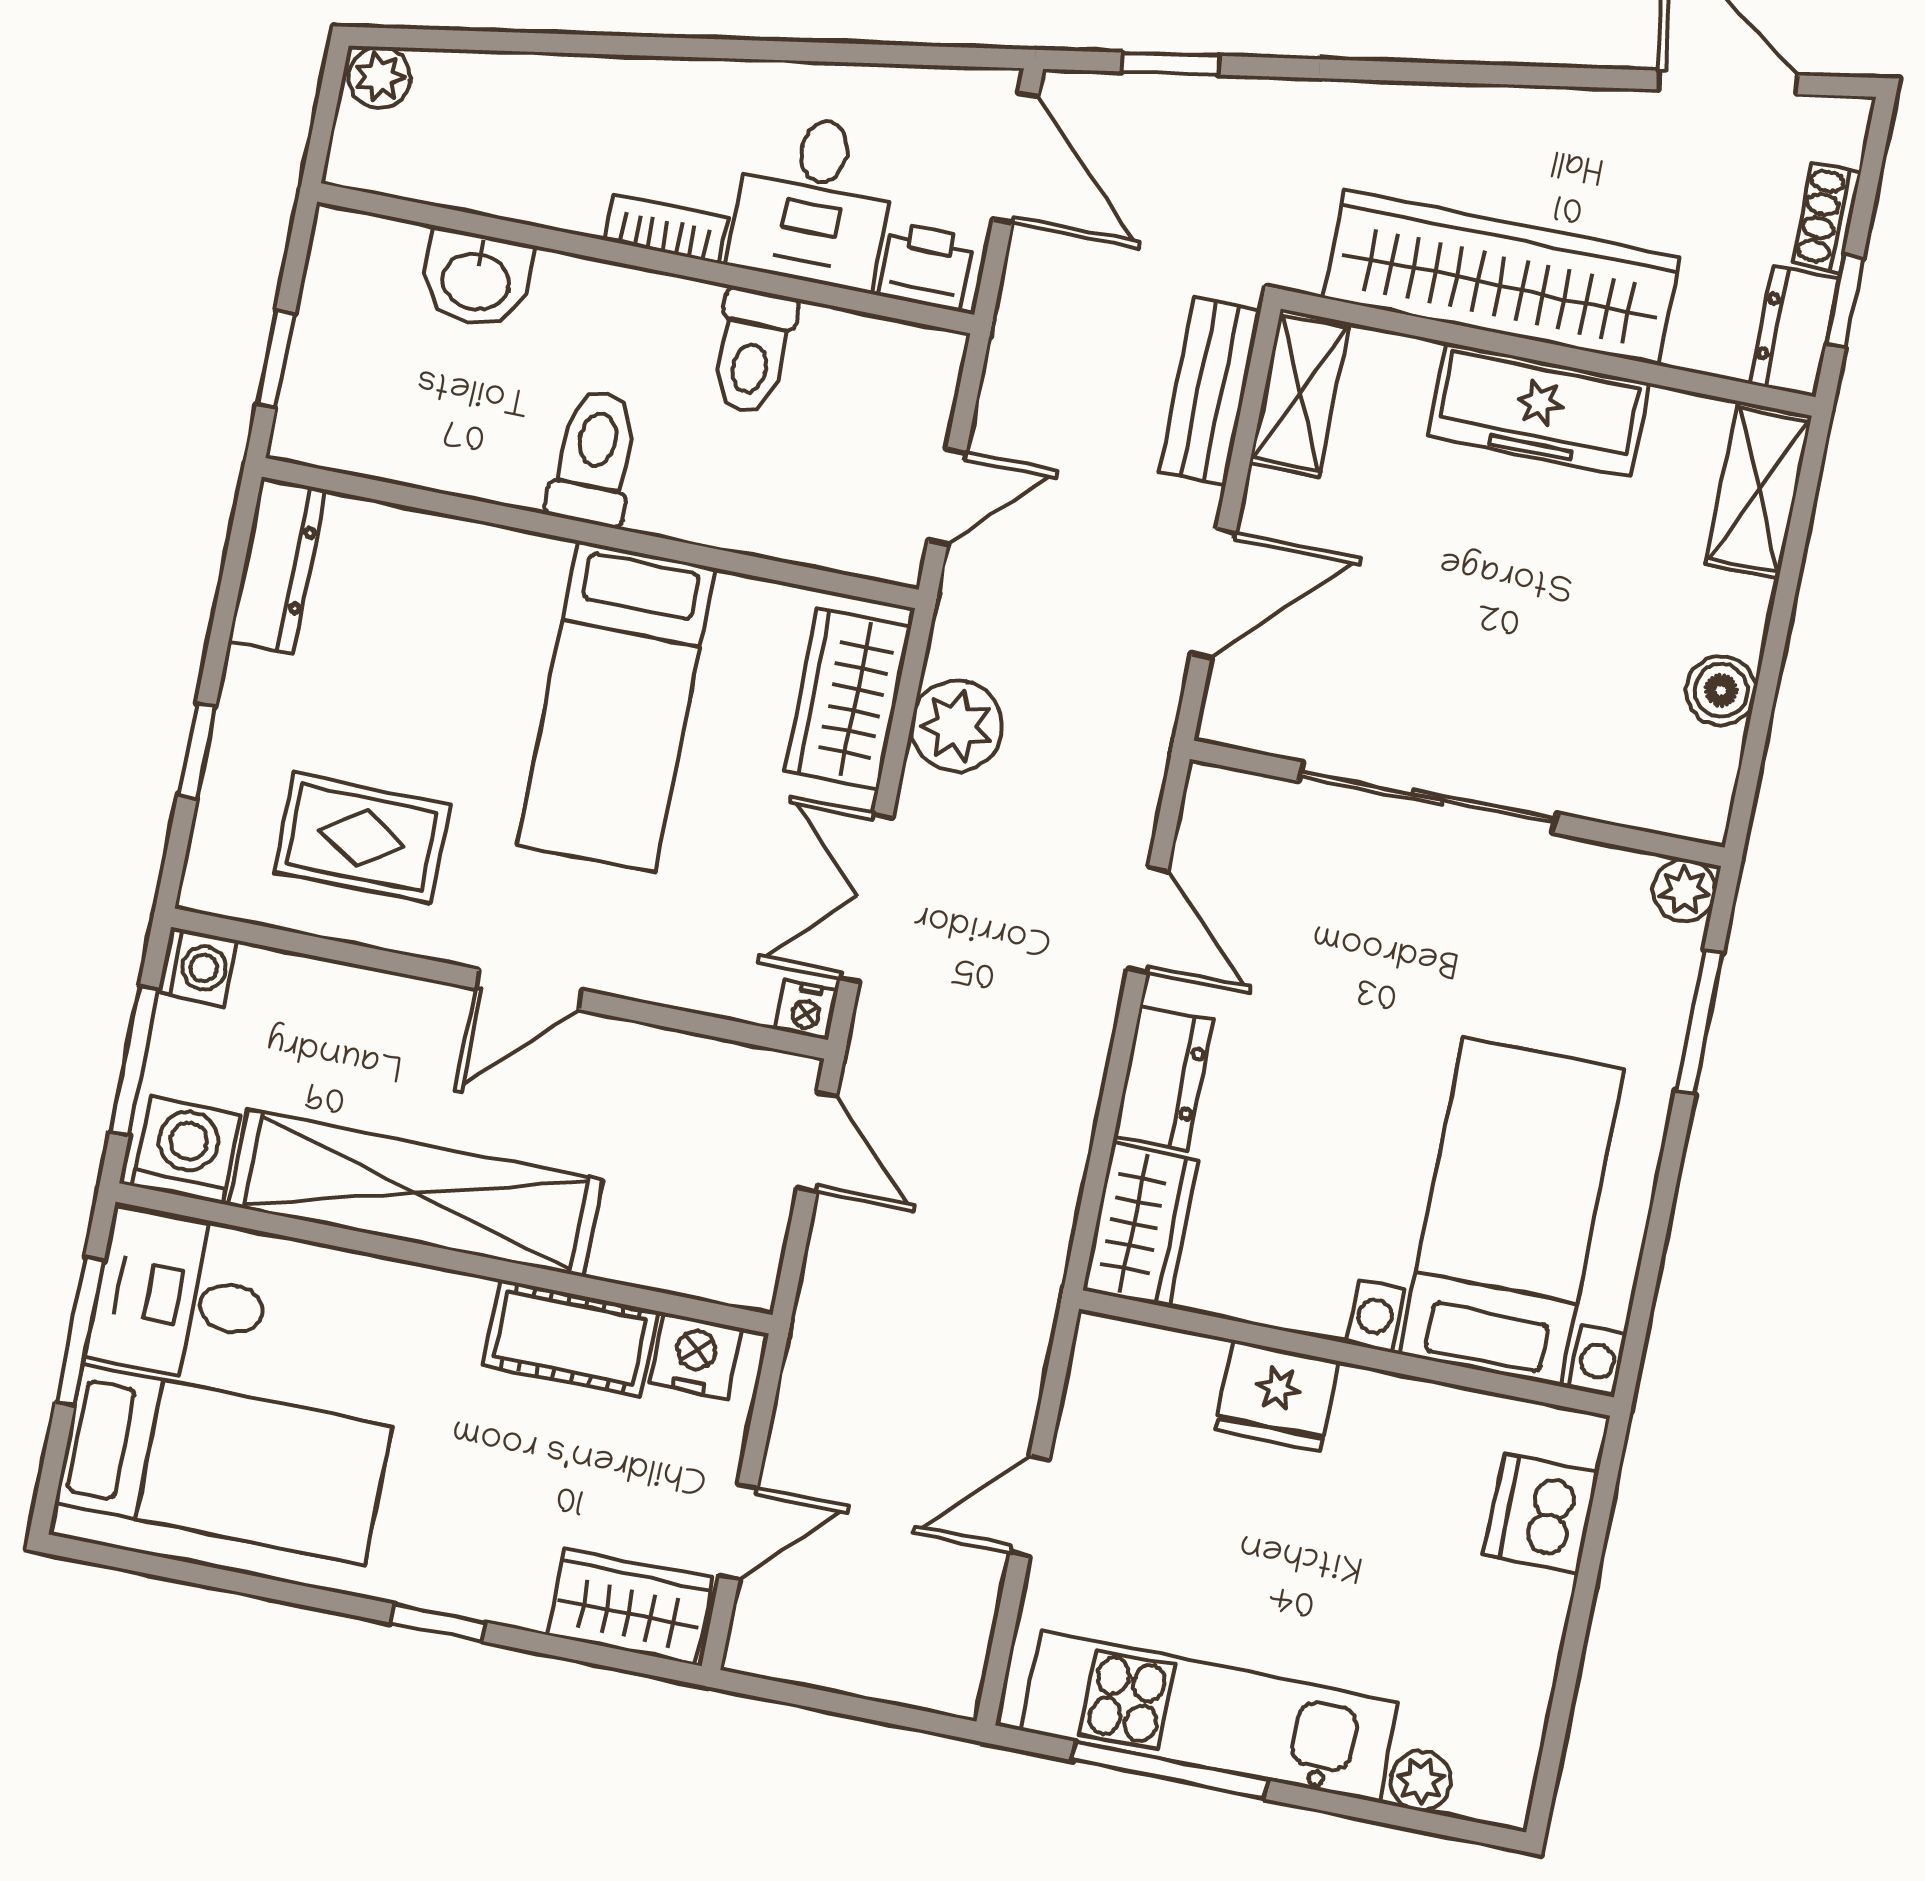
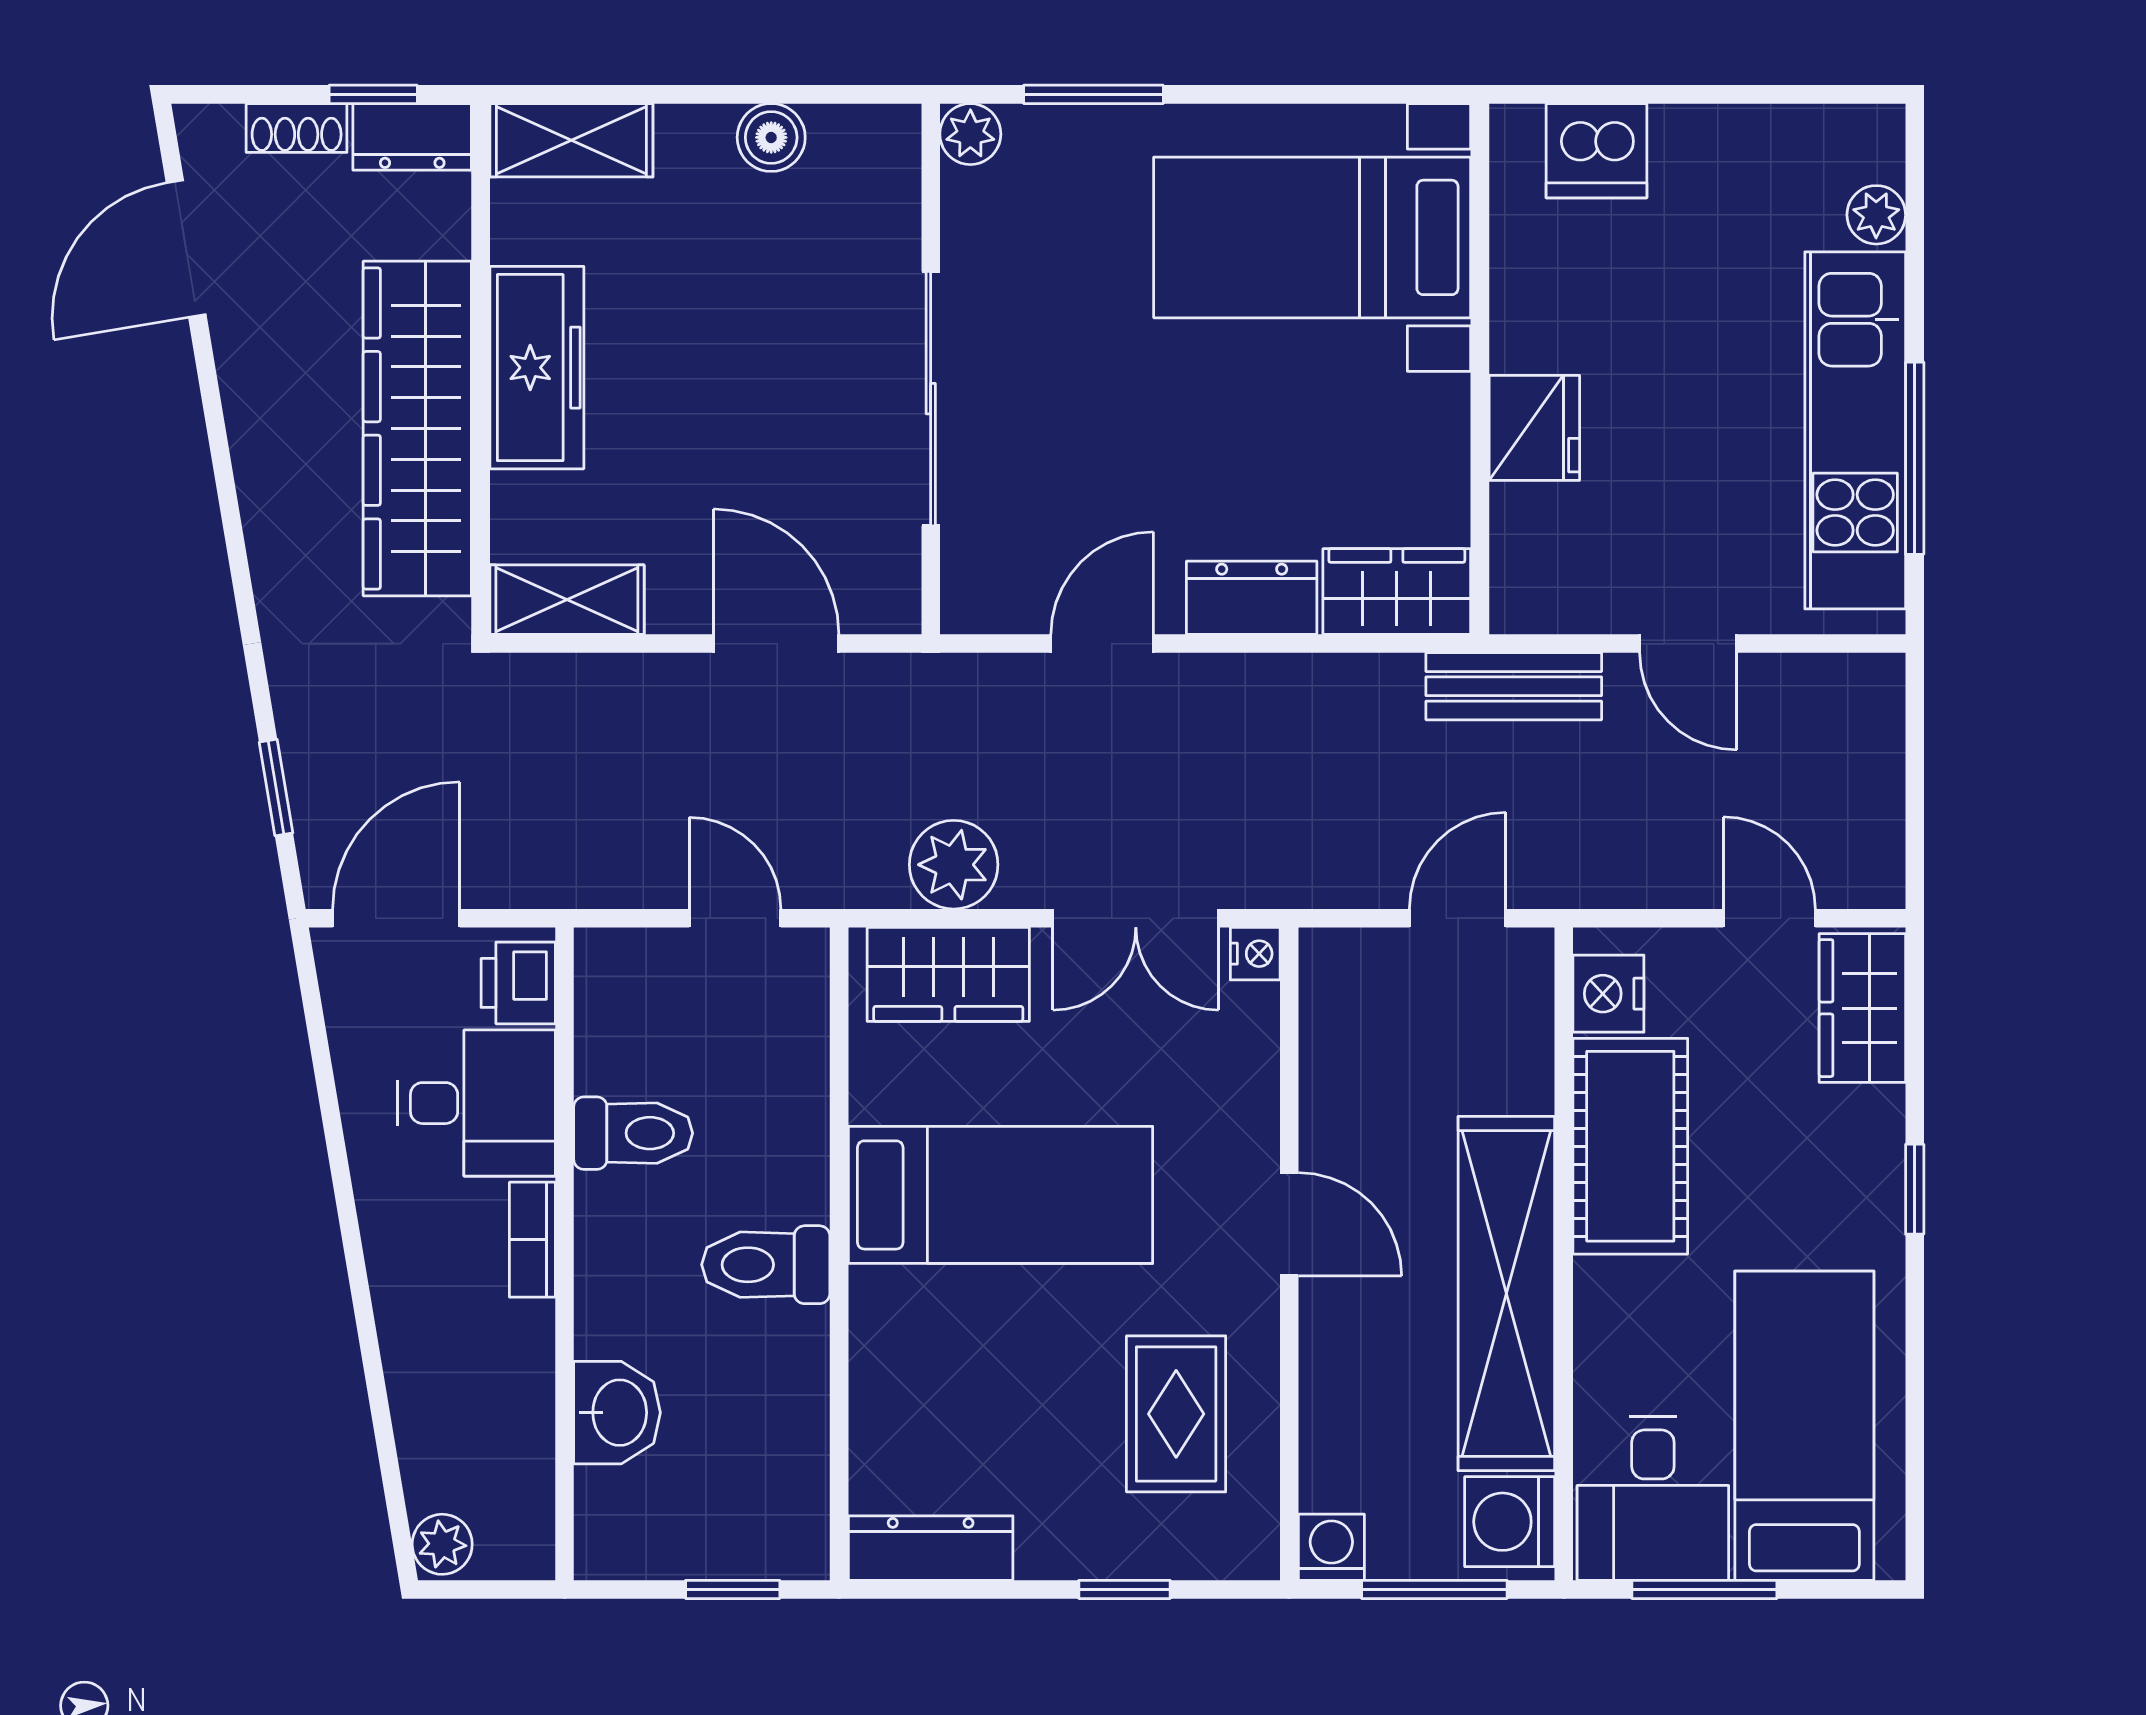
bench: (1210, 391) -> (1514, 686), moved
door: (817, 1142) -> (1458, 918), moved
cot: (570, 1338) -> (1630, 1146), width x1.37, depth x1.34

